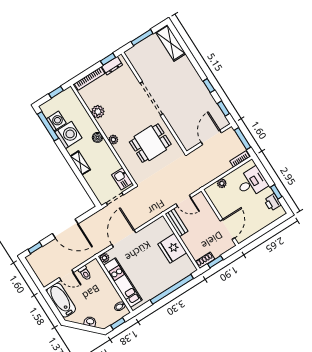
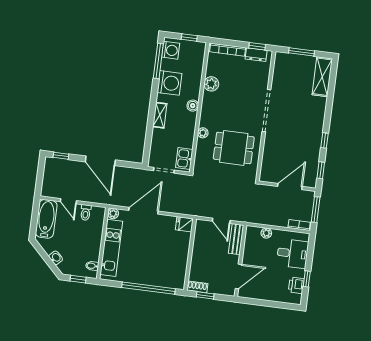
washing machine: (56, 121) -> (171, 50), moved
plant: (113, 140) -> (203, 133), moved
bench: (177, 223) -> (236, 239), moved
fridge: (172, 248) -> (184, 224), moved, width x0.53, depth x0.75

